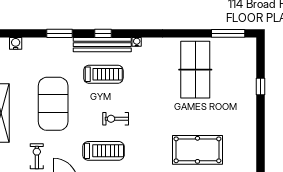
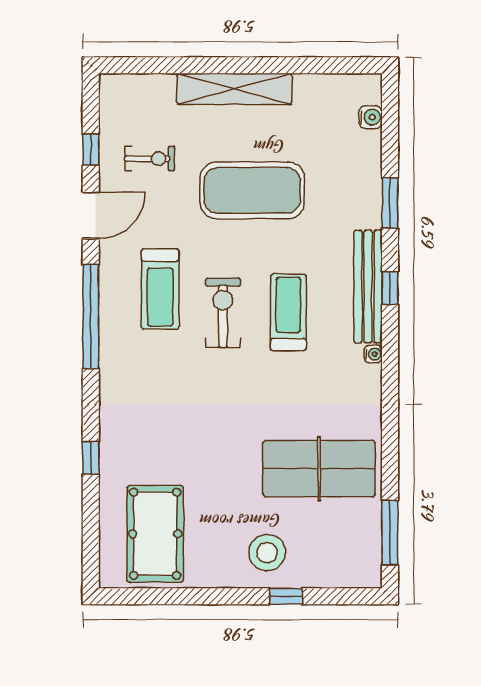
treadmill: (103, 74) -> (288, 312), moved, turned 180
stool: (238, 96) -> (267, 553), added
exercise bike: (116, 119) -> (223, 313), width x1.38, depth x1.39
pool table: (197, 150) -> (155, 534), moved

